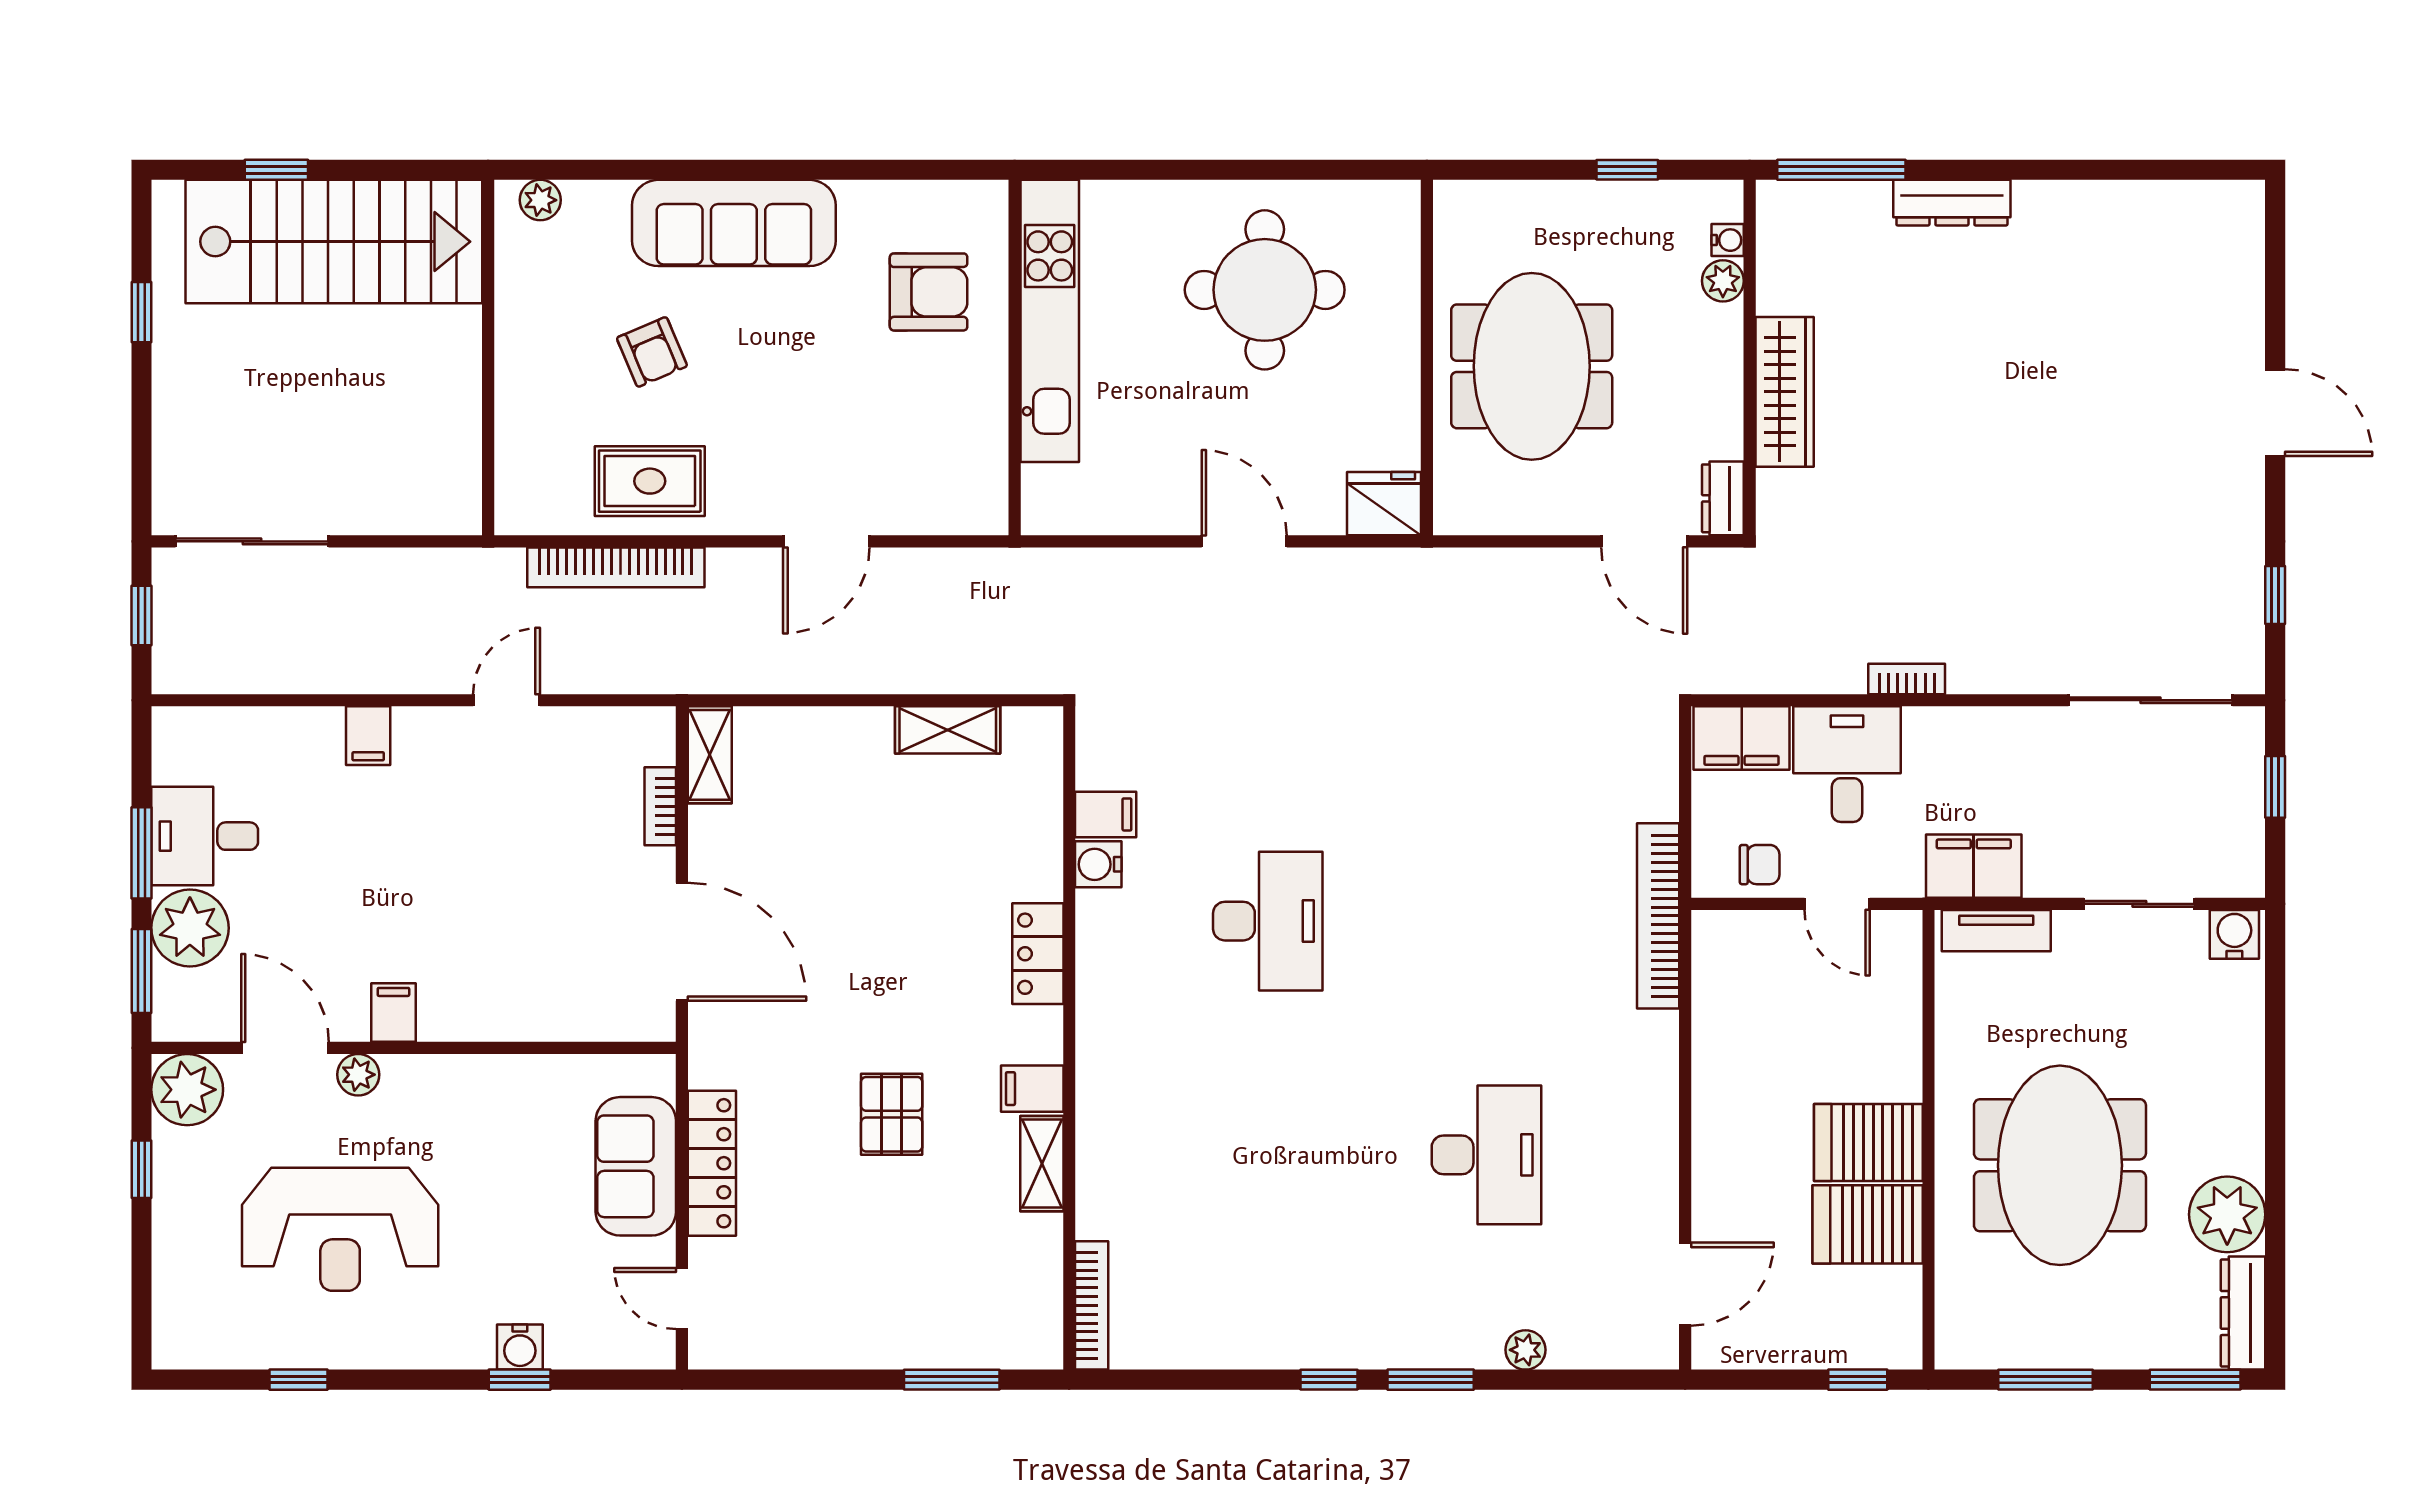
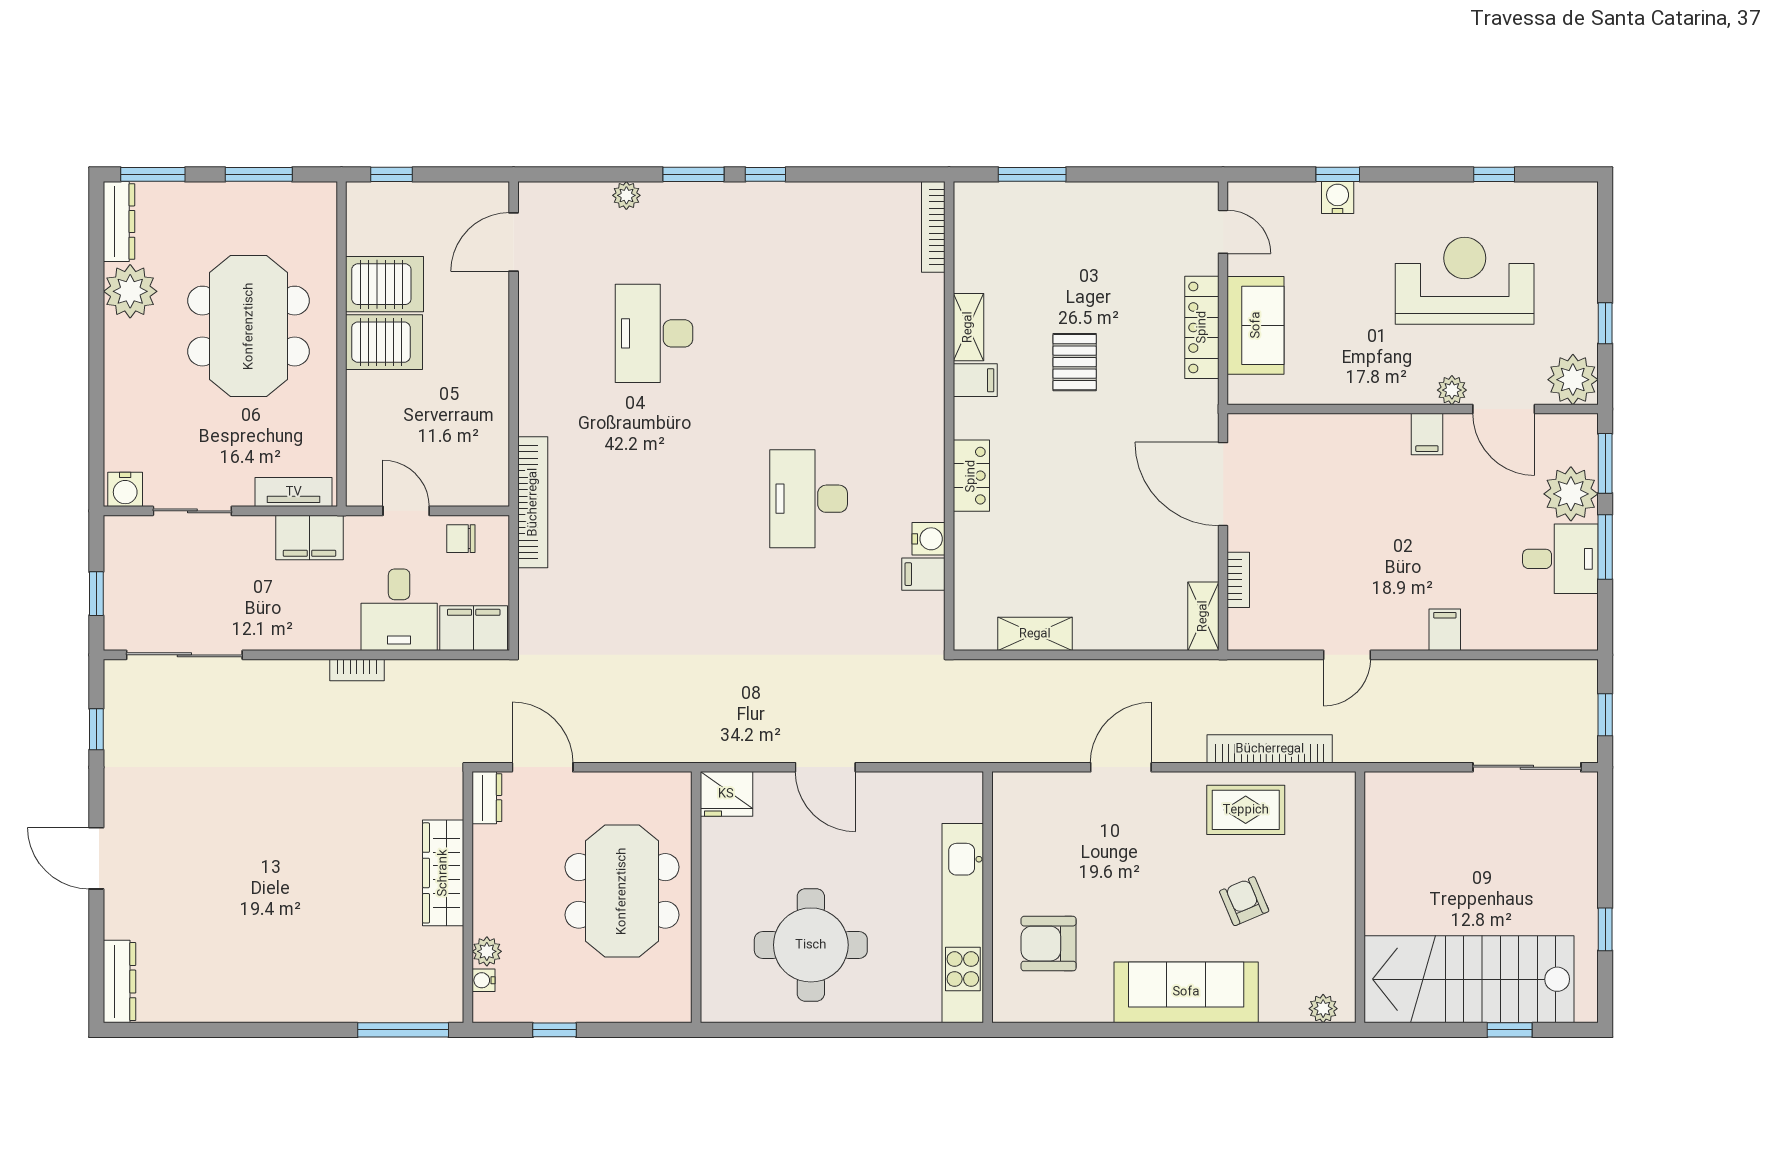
dresser: (1952, 203) -> (120, 982), moved, turned 90

